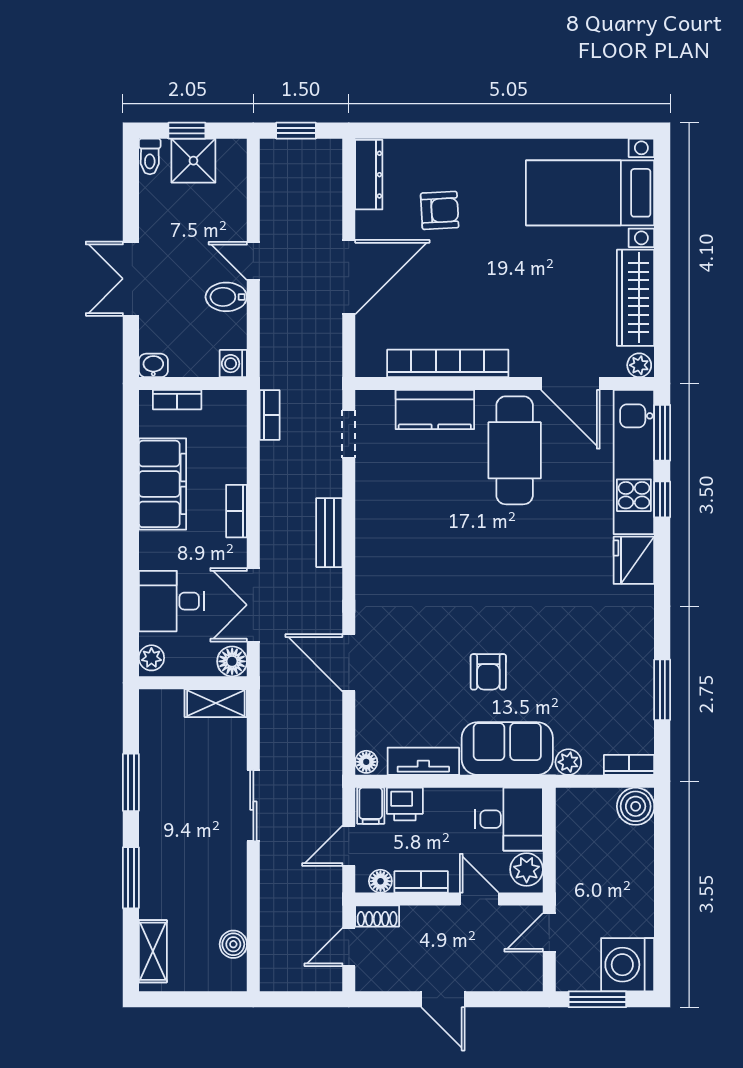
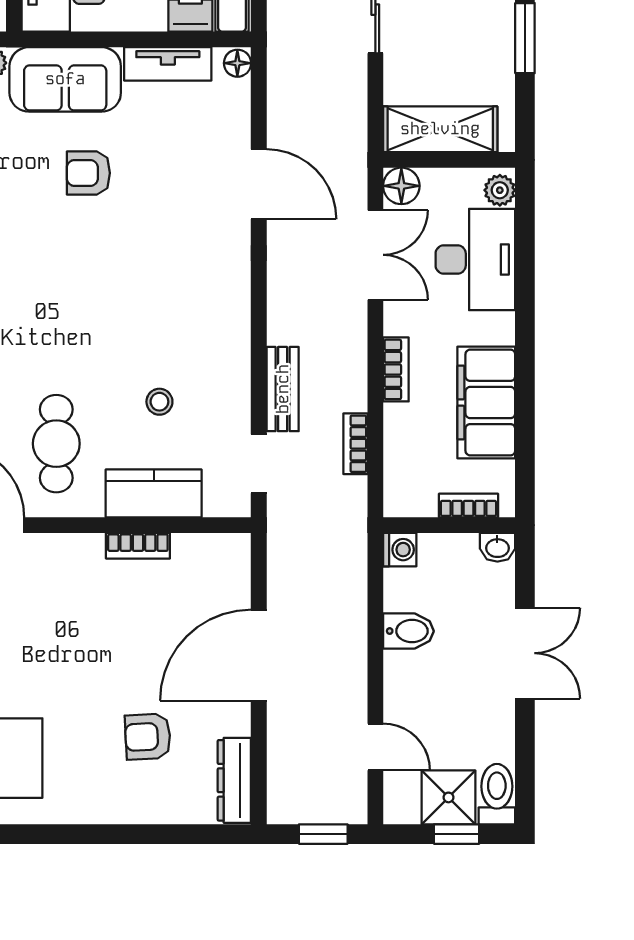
toilet: (150, 156) -> (497, 794), width x1.37, depth x1.39
door: (253, 261) -> (375, 747), moved
bookcase: (448, 363) -> (138, 546), width x0.43, depth x0.76
bookcase: (270, 415) -> (355, 444), moved
cafe table: (515, 450) -> (56, 444), width x0.73, depth x0.74
stool: (430, 485) -> (159, 402), added
bench: (329, 533) -> (283, 389), moved
desk: (171, 601) -> (475, 259), width x1.37
armchair: (488, 672) -> (88, 173), turned -90
shelving: (216, 703) -> (440, 129), width x1.50, depth x1.33

